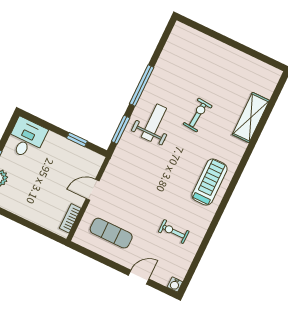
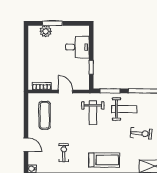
desk: (26, 139) -> (77, 47), moved
weight bench: (139, 167) -> (93, 113), added

